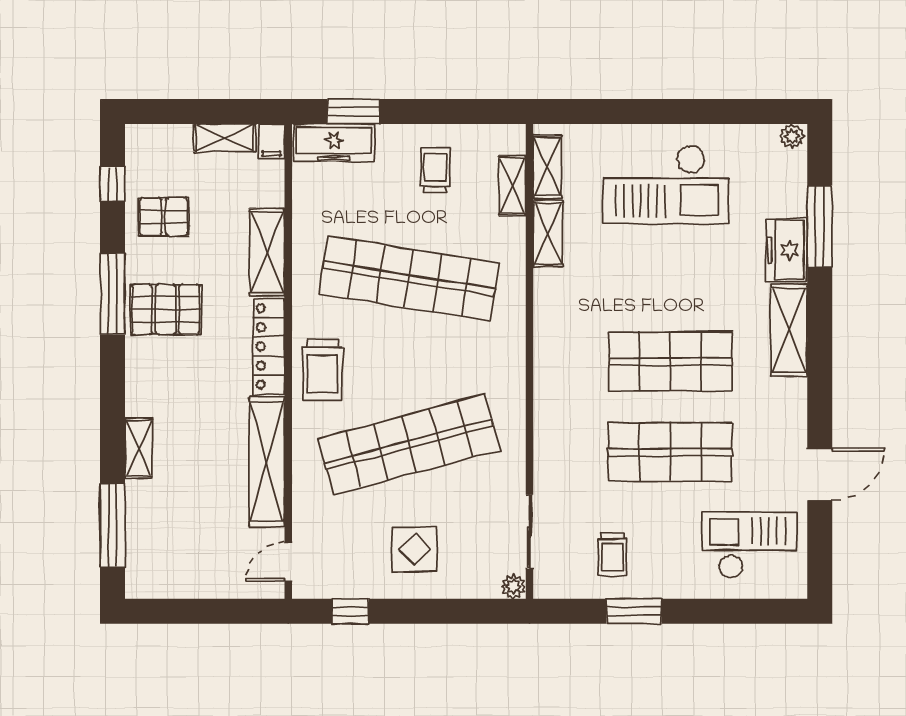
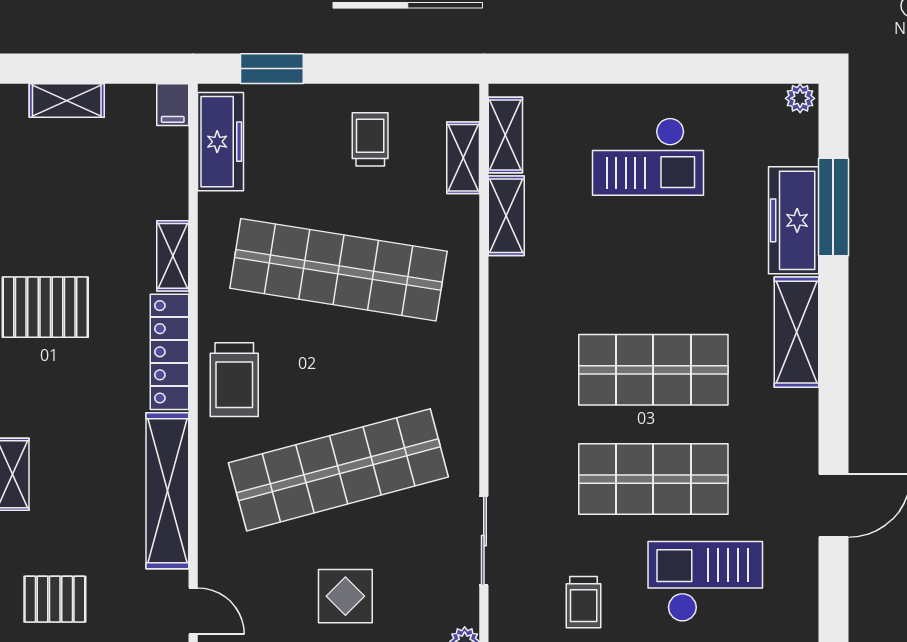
shelving: (225, 138) -> (67, 100), moved
freezer: (334, 143) -> (220, 142), moved, turned -90
checkout: (666, 184) -> (648, 157), width x0.73, depth x0.83
pallet: (164, 217) -> (55, 599), moved
freezer: (787, 250) -> (794, 220), width x1.40
shelving: (267, 252) -> (173, 256), width x0.67, depth x0.75
sliding door: (530, 532) -> (484, 541), moved
checkout: (750, 545) -> (705, 582), moved
door: (288, 562) -> (193, 611), swing flipped

